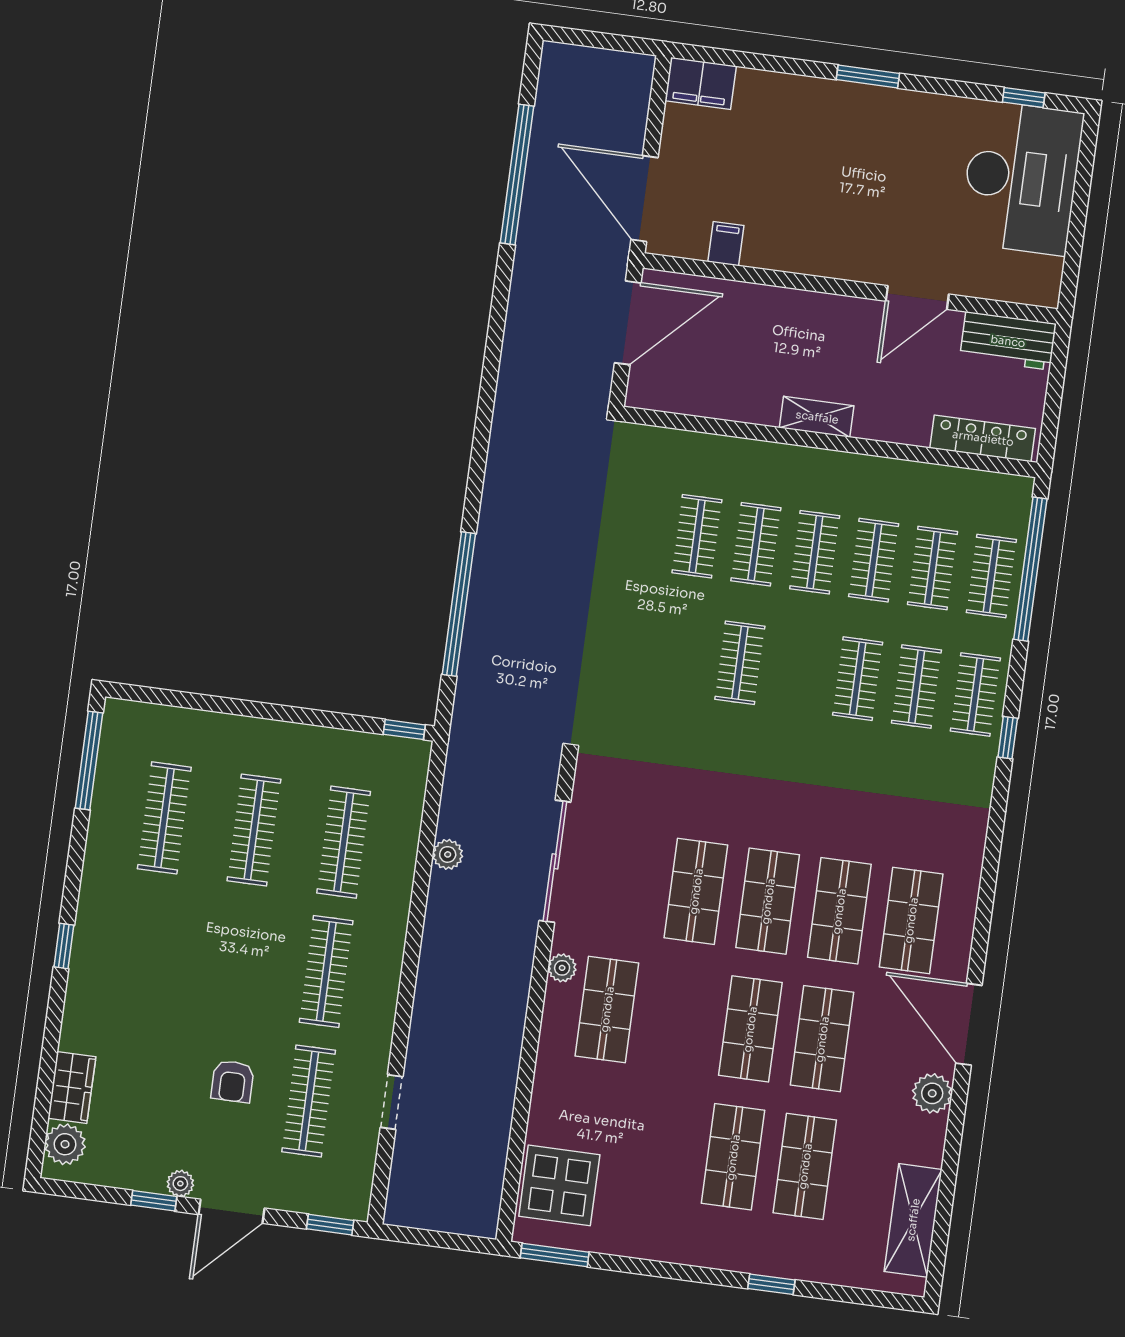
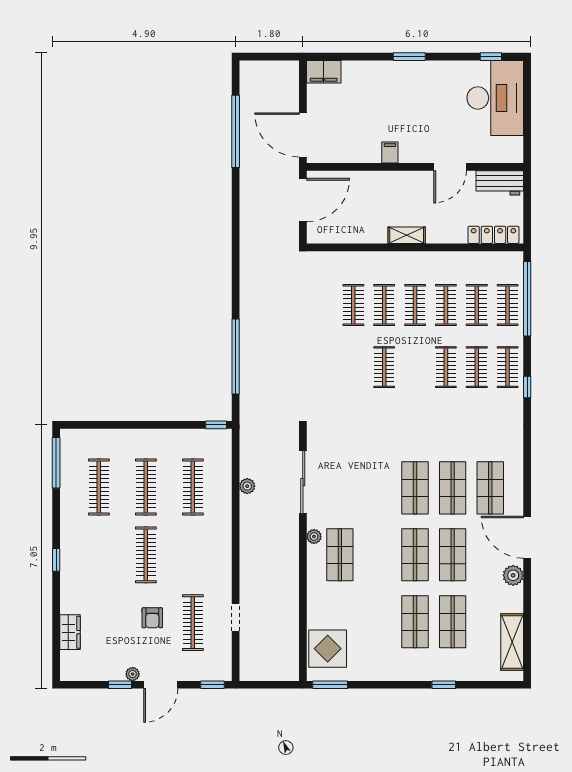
filing cabinet: (726, 244) -> (390, 152), moved
shop shelf: (696, 891) -> (377, 488), removed
clothes rail: (326, 972) -> (146, 555), moved
plant: (65, 1144) -> (70, 662), removed

